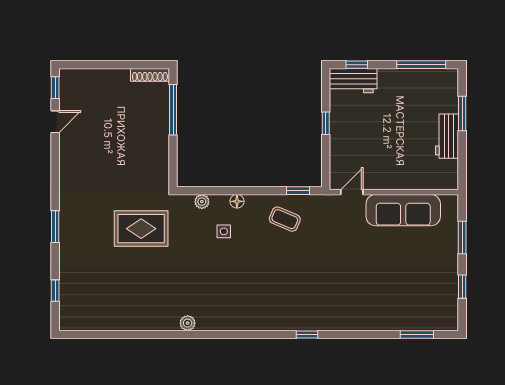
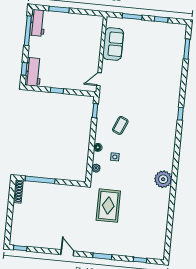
door: (55, 122) -> (67, 253), moved
workbench: (447, 136) -> (38, 23), moved, turned -90
door: (352, 192) -> (99, 79), hinge flipped
sofa: (403, 210) -> (113, 44), width x0.73
coffee table: (285, 219) -> (120, 125), moved
plant: (188, 323) -> (163, 179), width x1.87, depth x1.87

